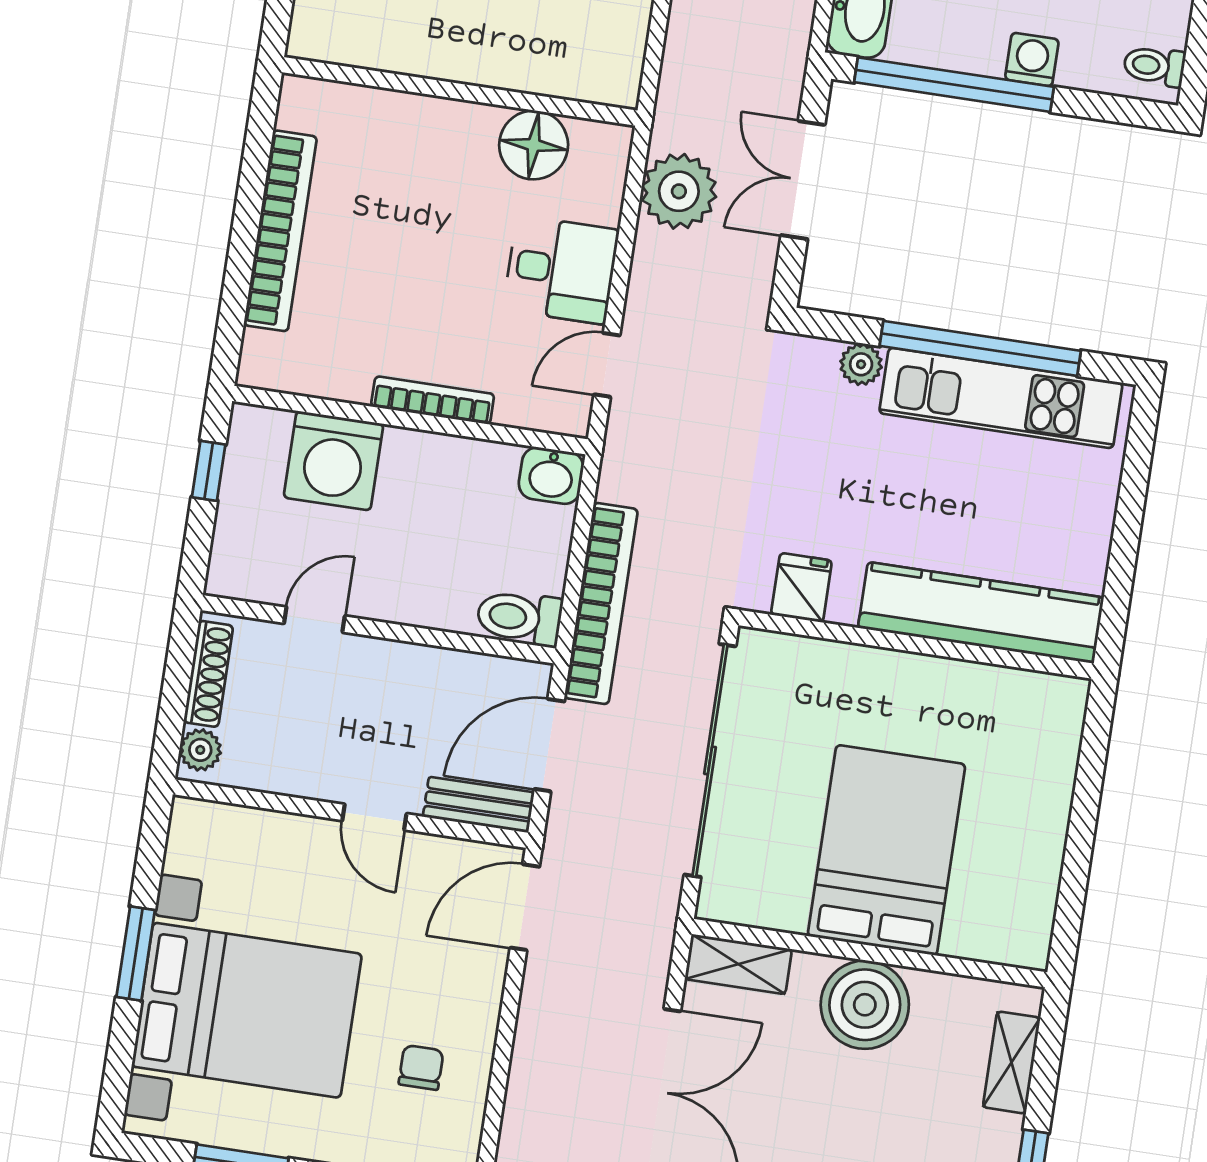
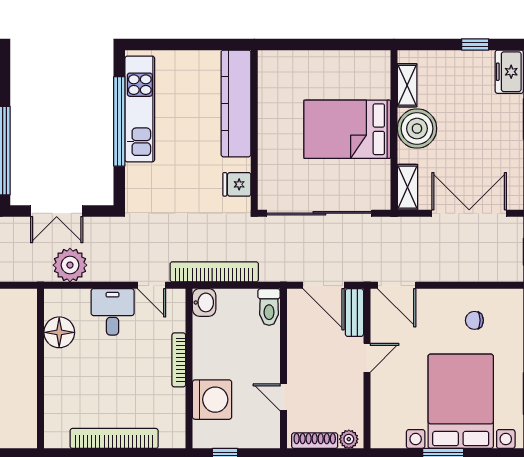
plant: (861, 364) -> (134, 173), removed
bookcase: (601, 604) -> (214, 272), moved
shelving: (1012, 1062) -> (407, 85), moved, turned 90

